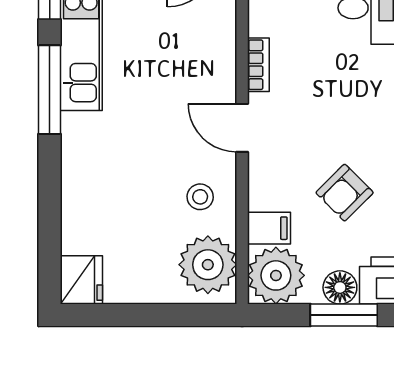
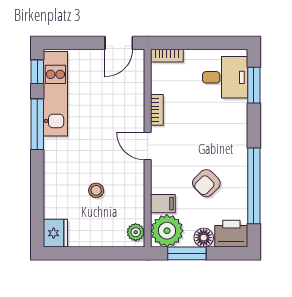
stool: (200, 197) -> (96, 190), moved
plant: (208, 265) -> (136, 232), width x0.53, depth x0.53
window: (344, 315) -> (187, 253), moved

